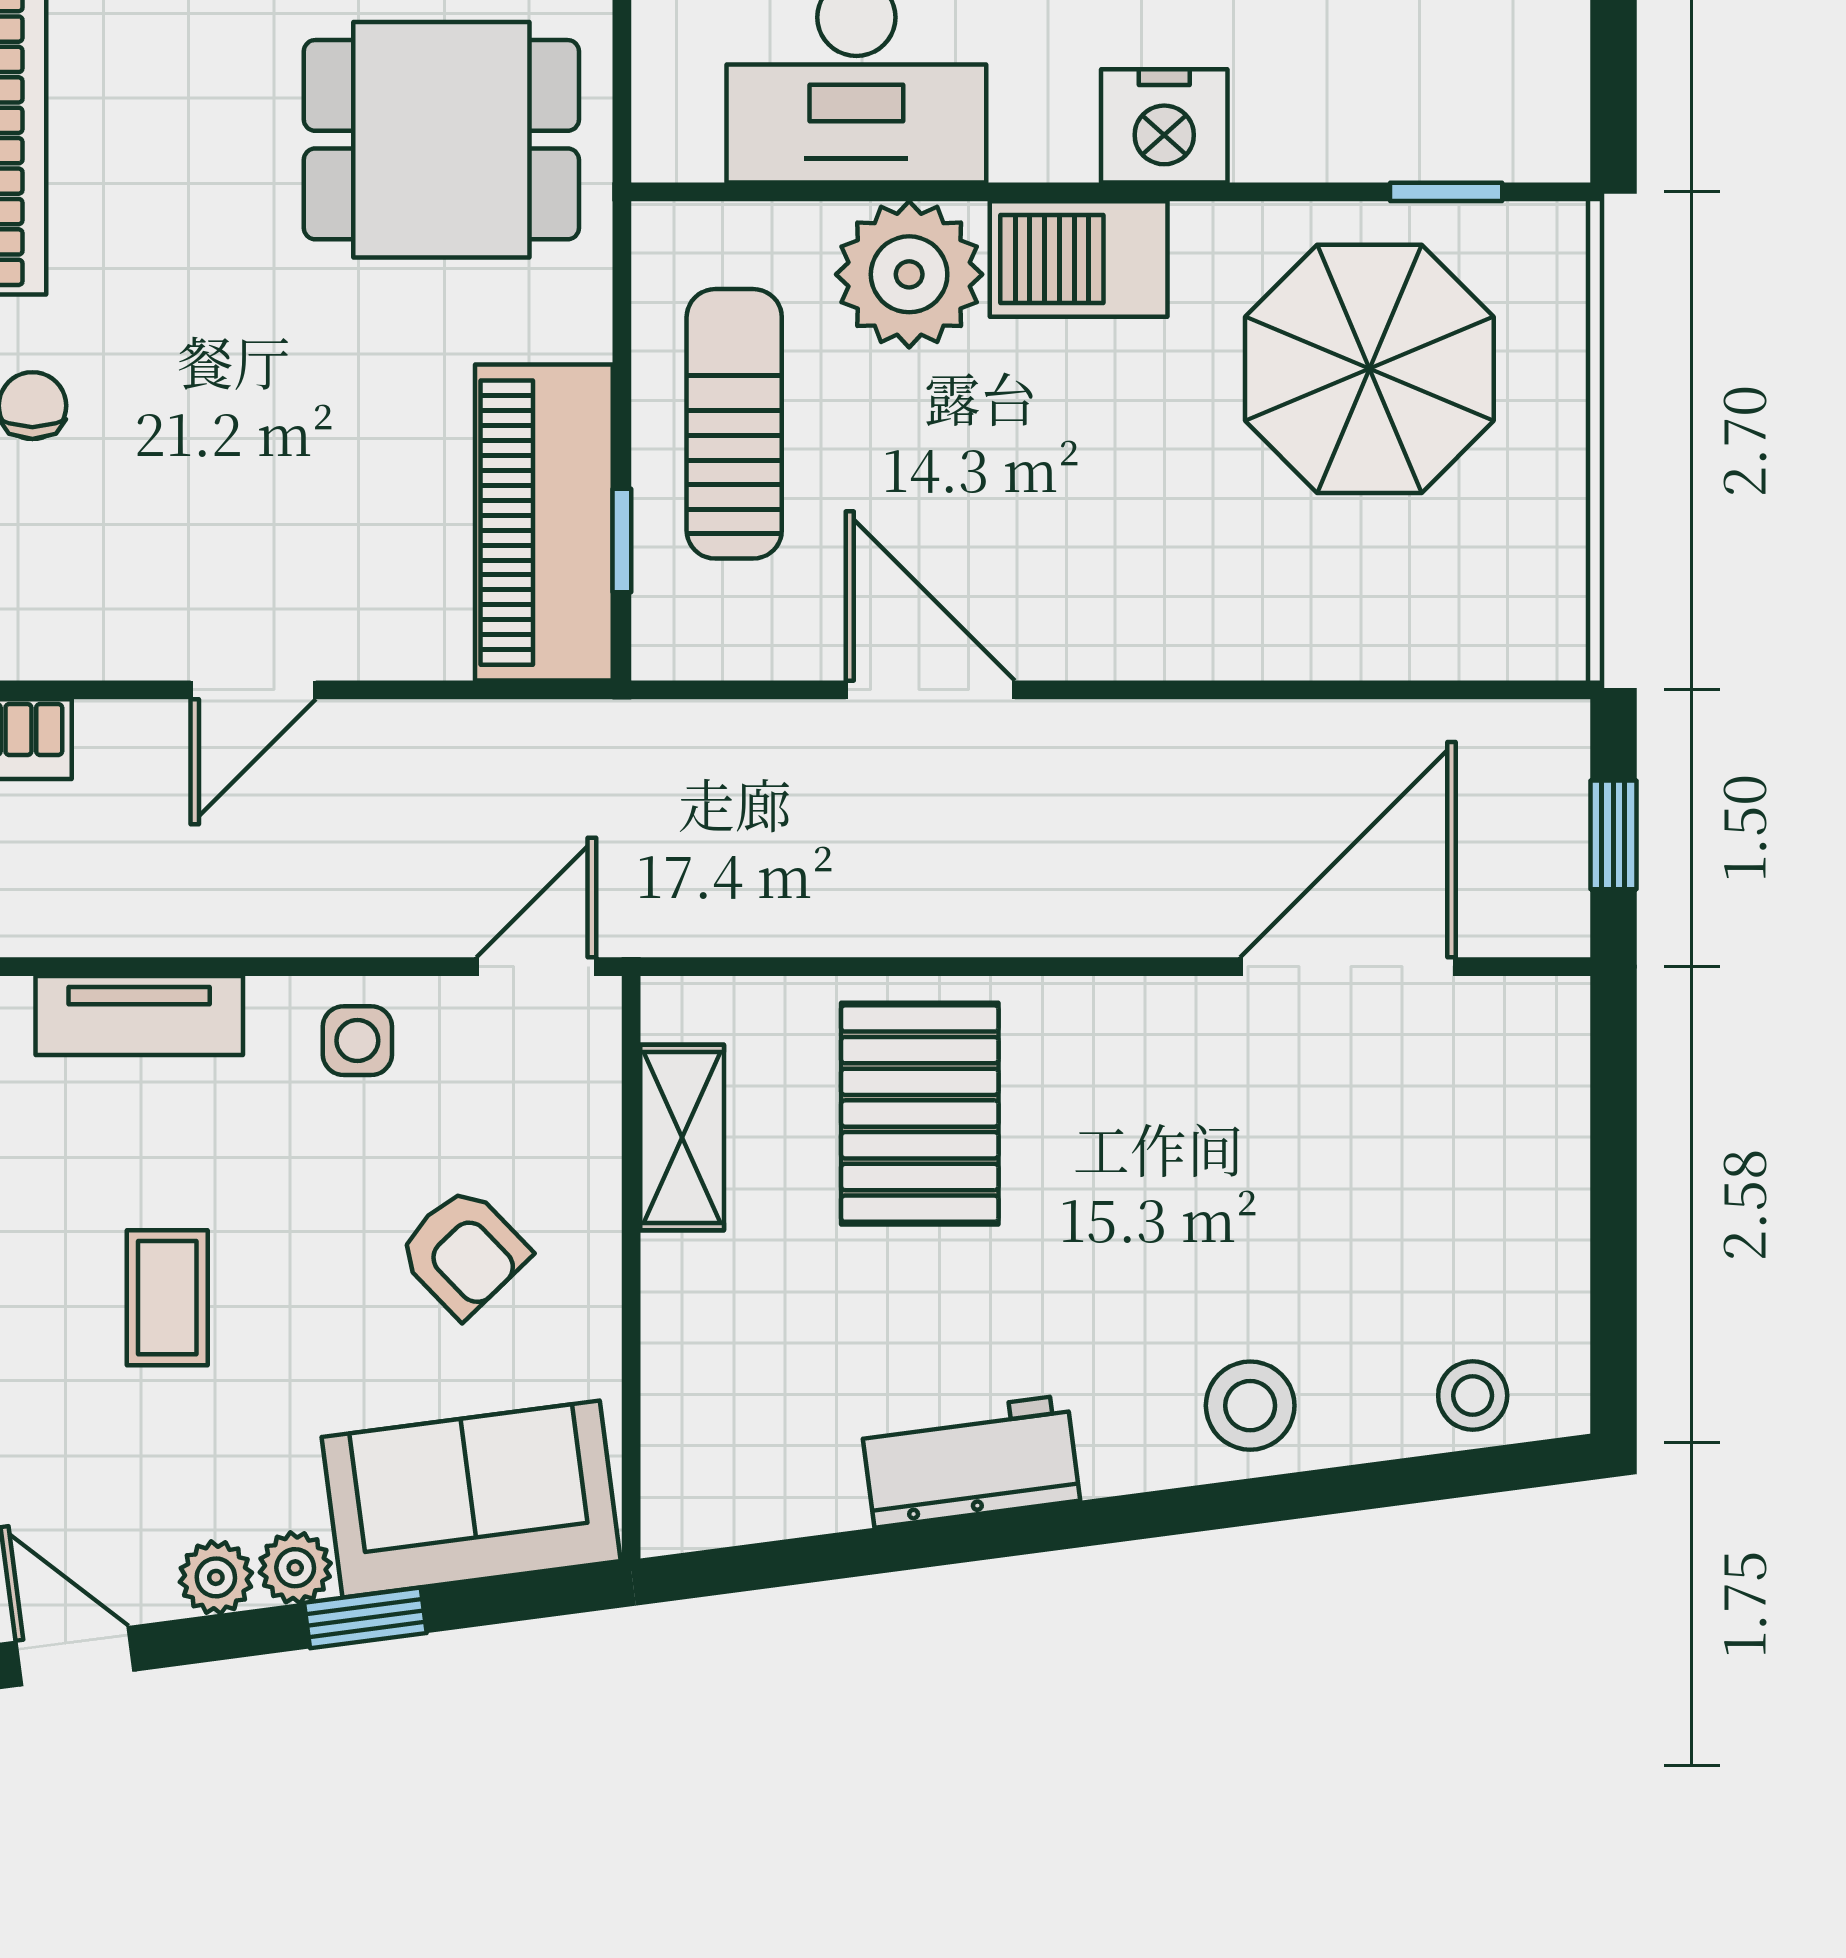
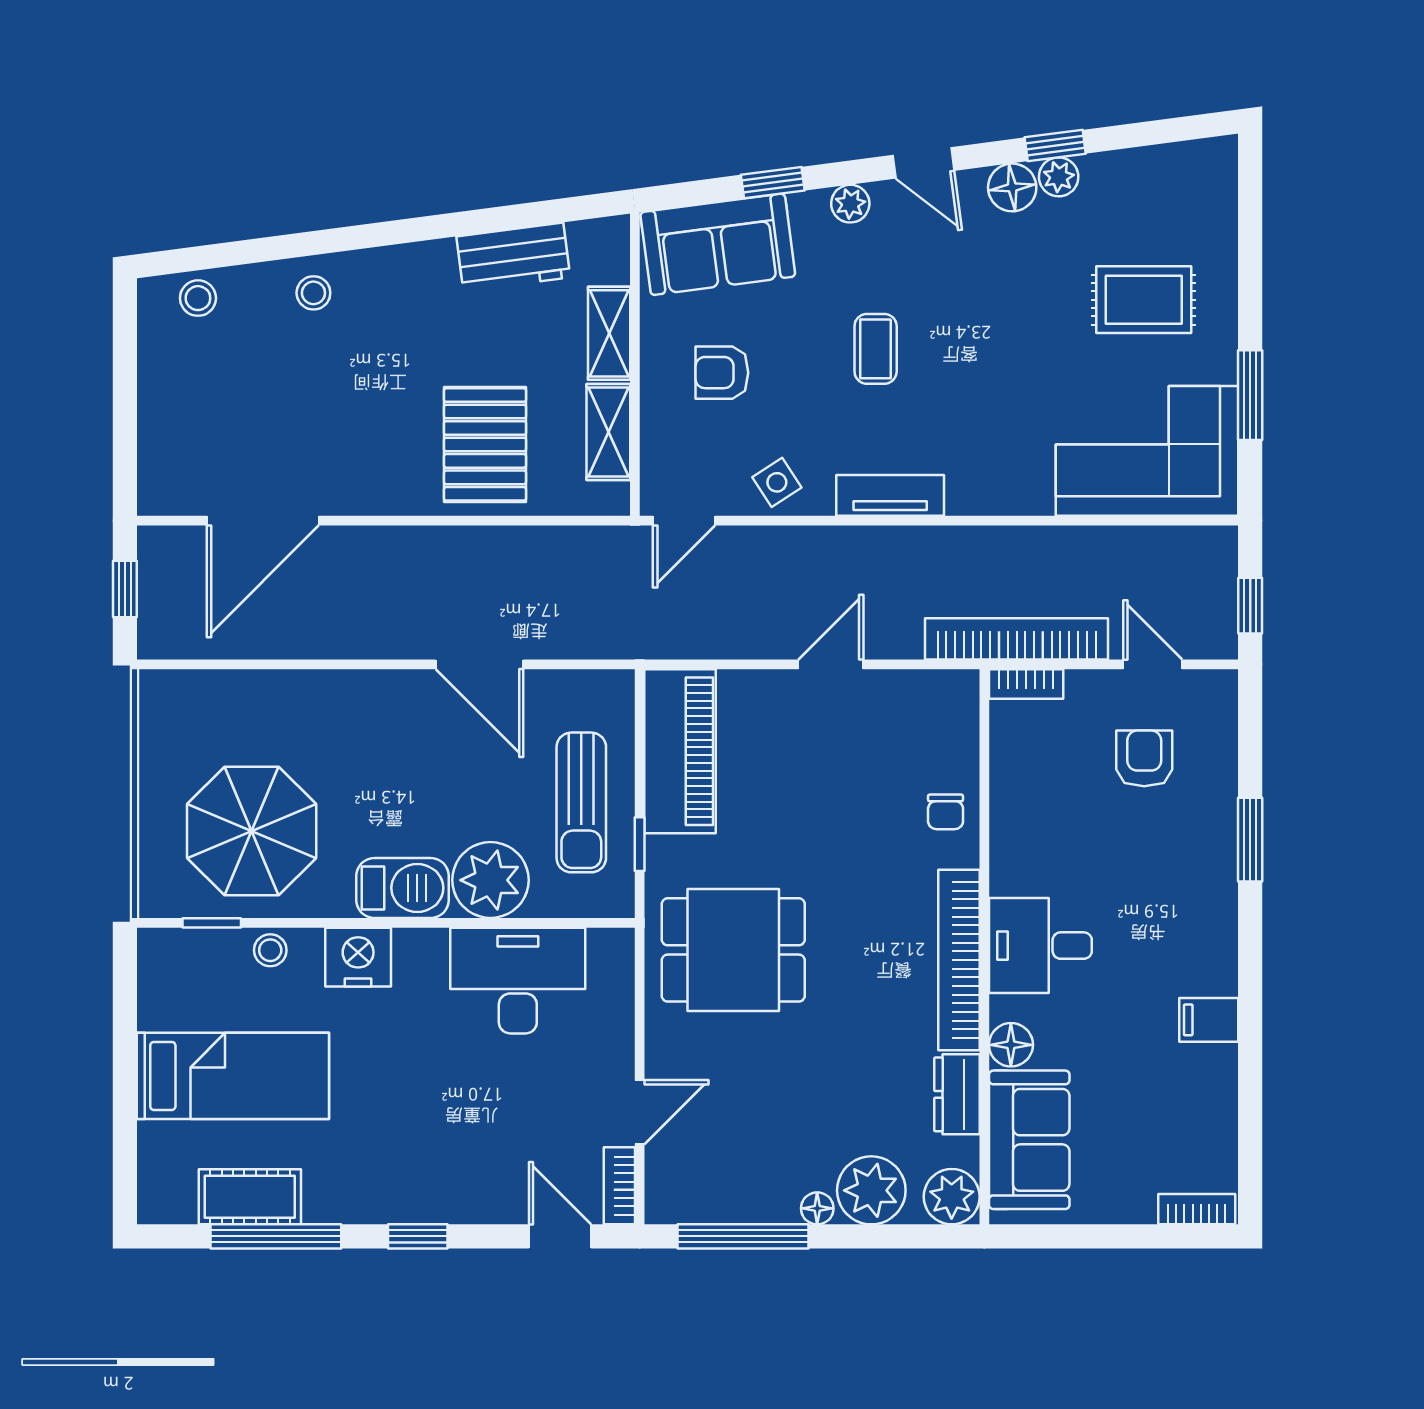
stool: (1333, 139) -> (270, 950), added
window: (622, 540) -> (640, 844), moved
side table: (357, 1041) -> (777, 482), turned -33
armchair: (463, 1252) -> (722, 373), turned -46
shelving: (681, 1328) -> (609, 333), added
stool: (1250, 1406) -> (313, 293), width x0.73, depth x0.73
workbench: (970, 1461) -> (513, 257), moved
plant: (295, 1568) -> (809, 209), removed

